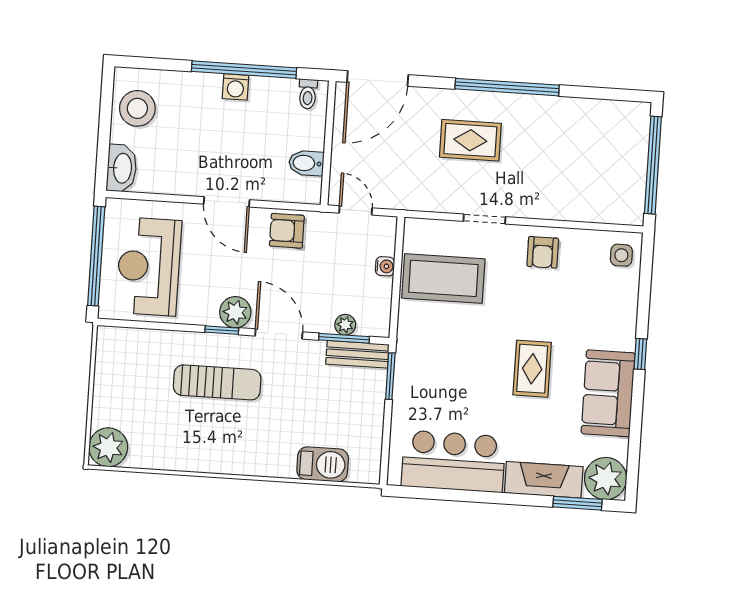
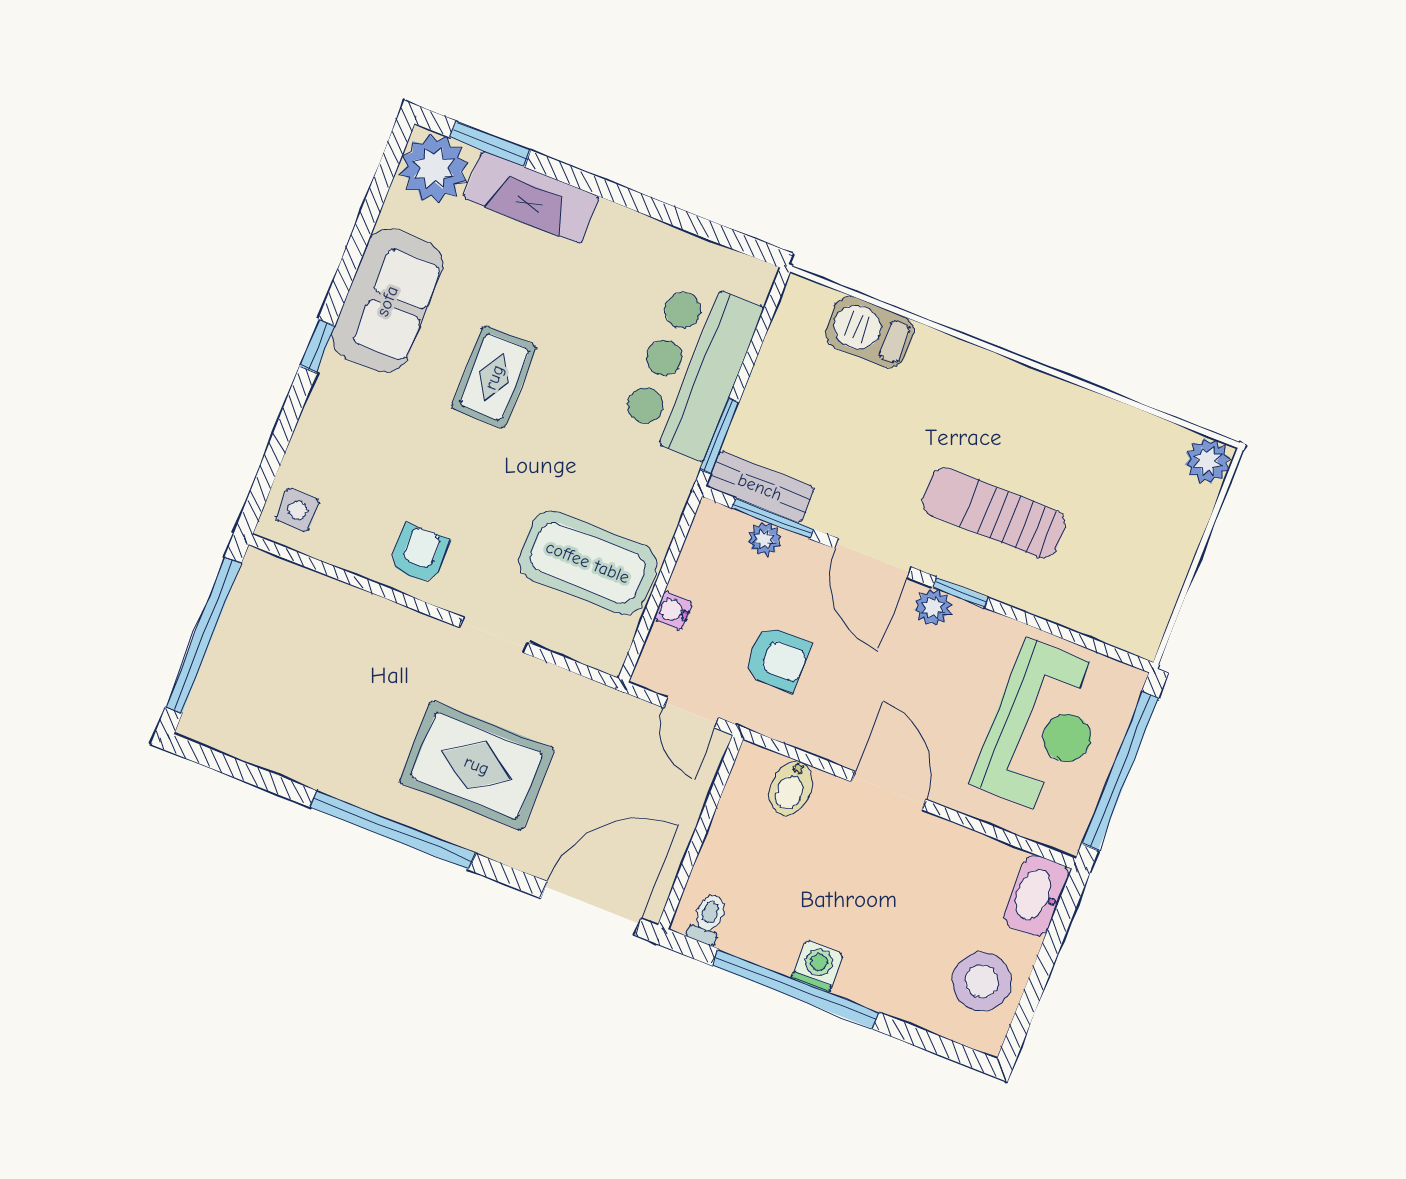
rug: (470, 140) -> (477, 765), width x1.36, depth x1.43
bidet: (306, 163) -> (791, 788), moved, turned 90
armchair: (287, 231) -> (777, 658), moved
plant: (235, 312) -> (933, 607), width x0.73, depth x0.73
plant: (108, 447) -> (1208, 461), width x0.73, depth x0.73
bar counter: (453, 461) -> (691, 368), moved, turned 90

